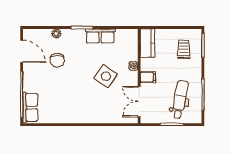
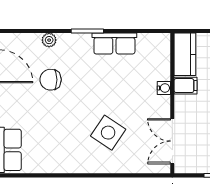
chair: (57, 60) -> (51, 80), turned 90
side table: (106, 76) -> (108, 133), moved
filing cabinet: (148, 77) -> (185, 86), moved

